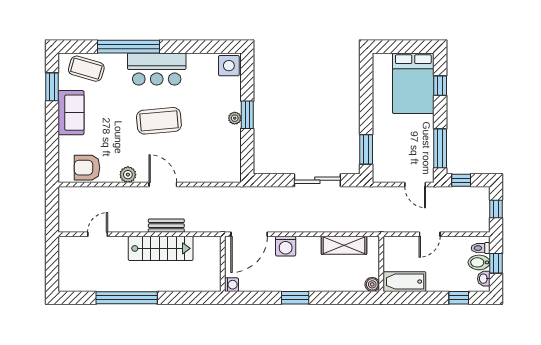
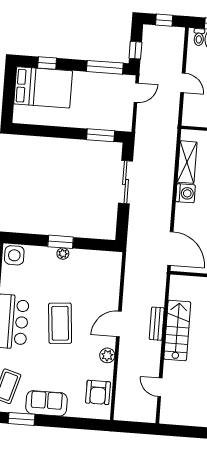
washing machine: (286, 246) -> (185, 193), moved

